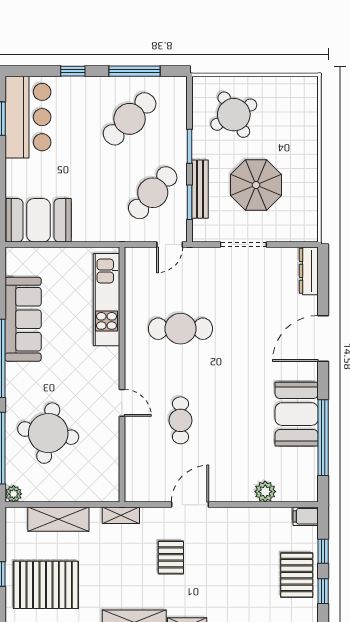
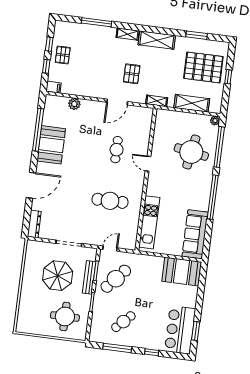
round table: (234, 115) -> (65, 317), turned 30
cafe table: (130, 119) -> (123, 322), width x0.73, depth x0.74
sofa: (23, 319) -> (195, 234), moved
pallet: (297, 575) -> (63, 55), width x0.67, depth x0.71

